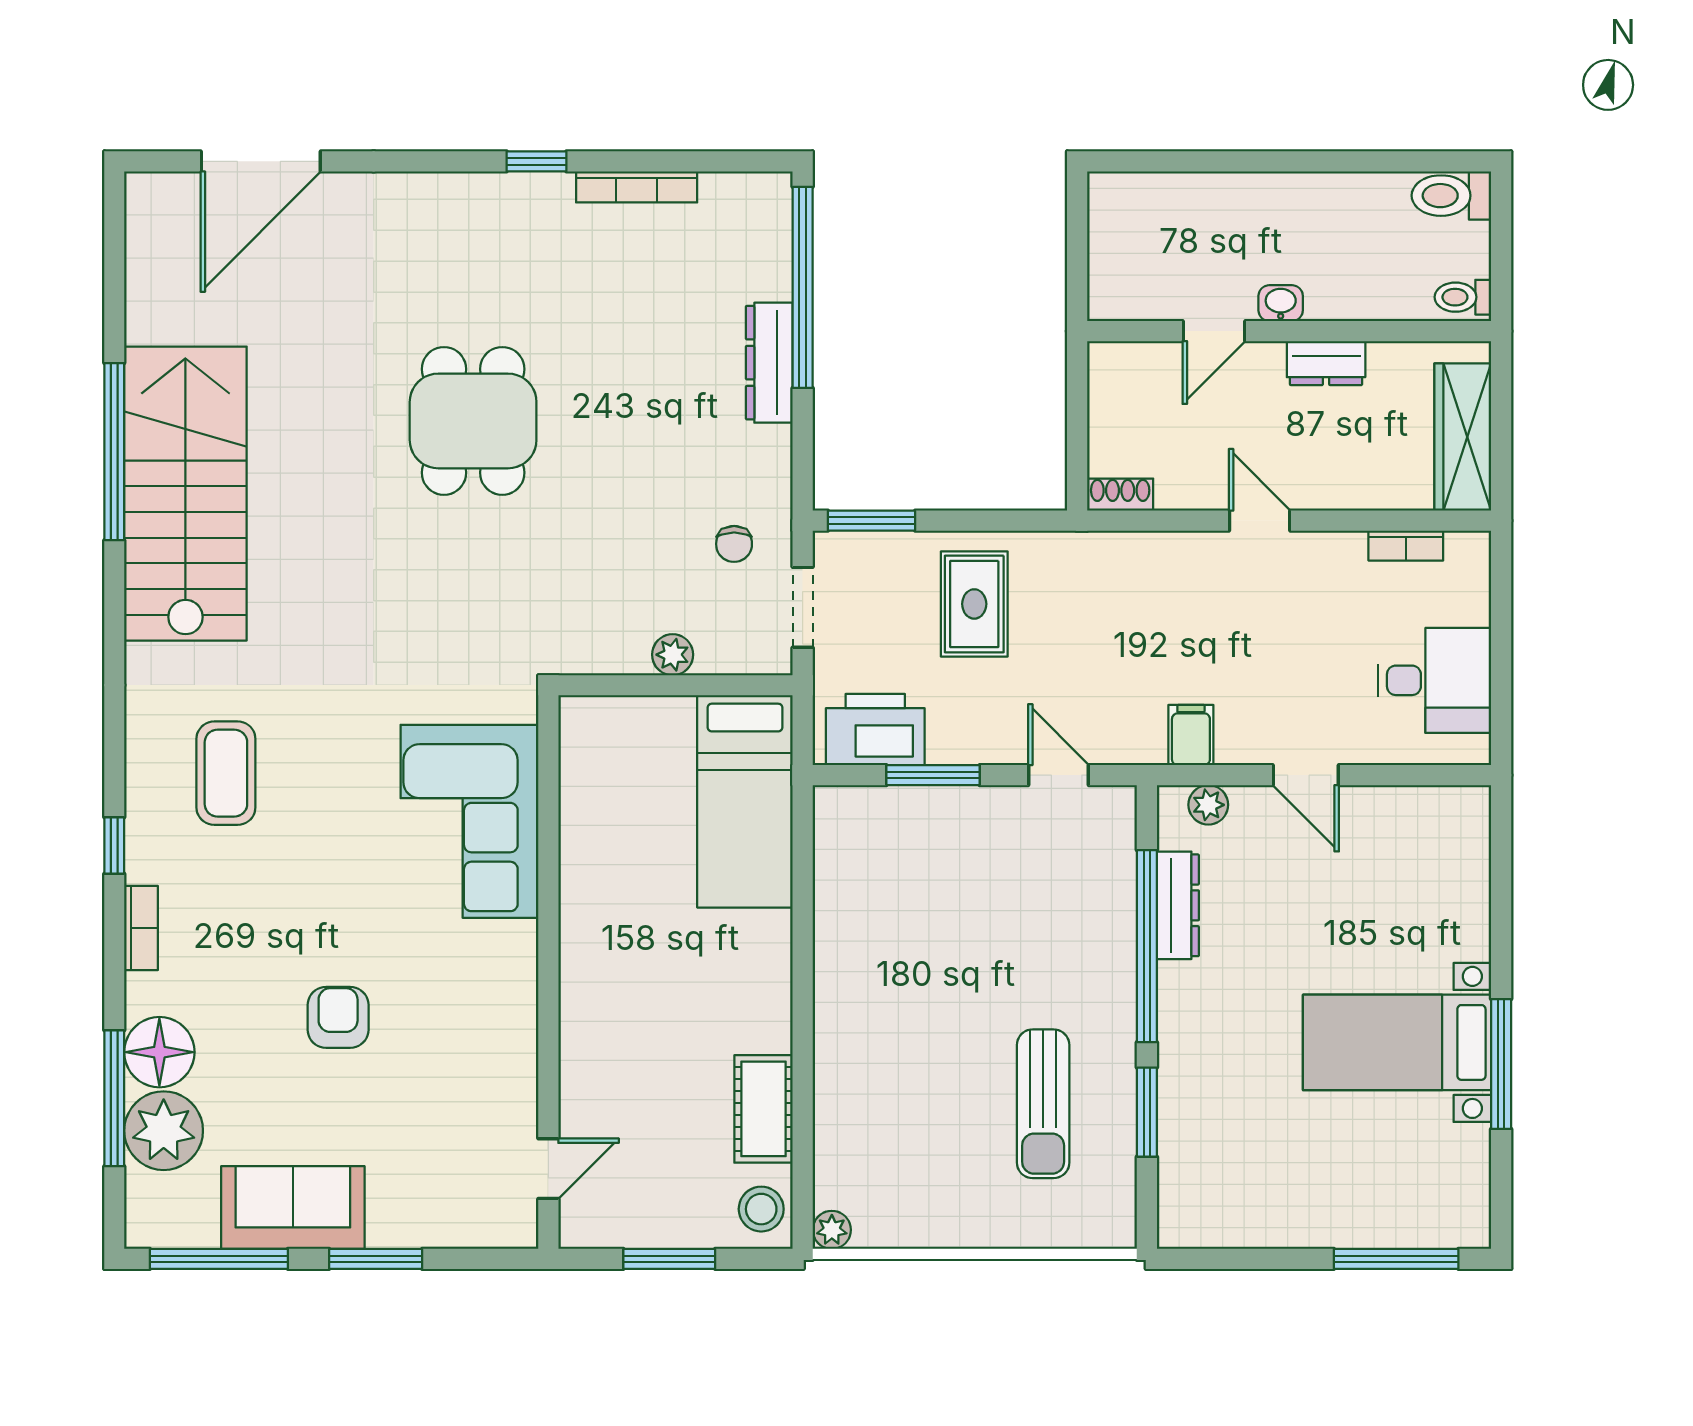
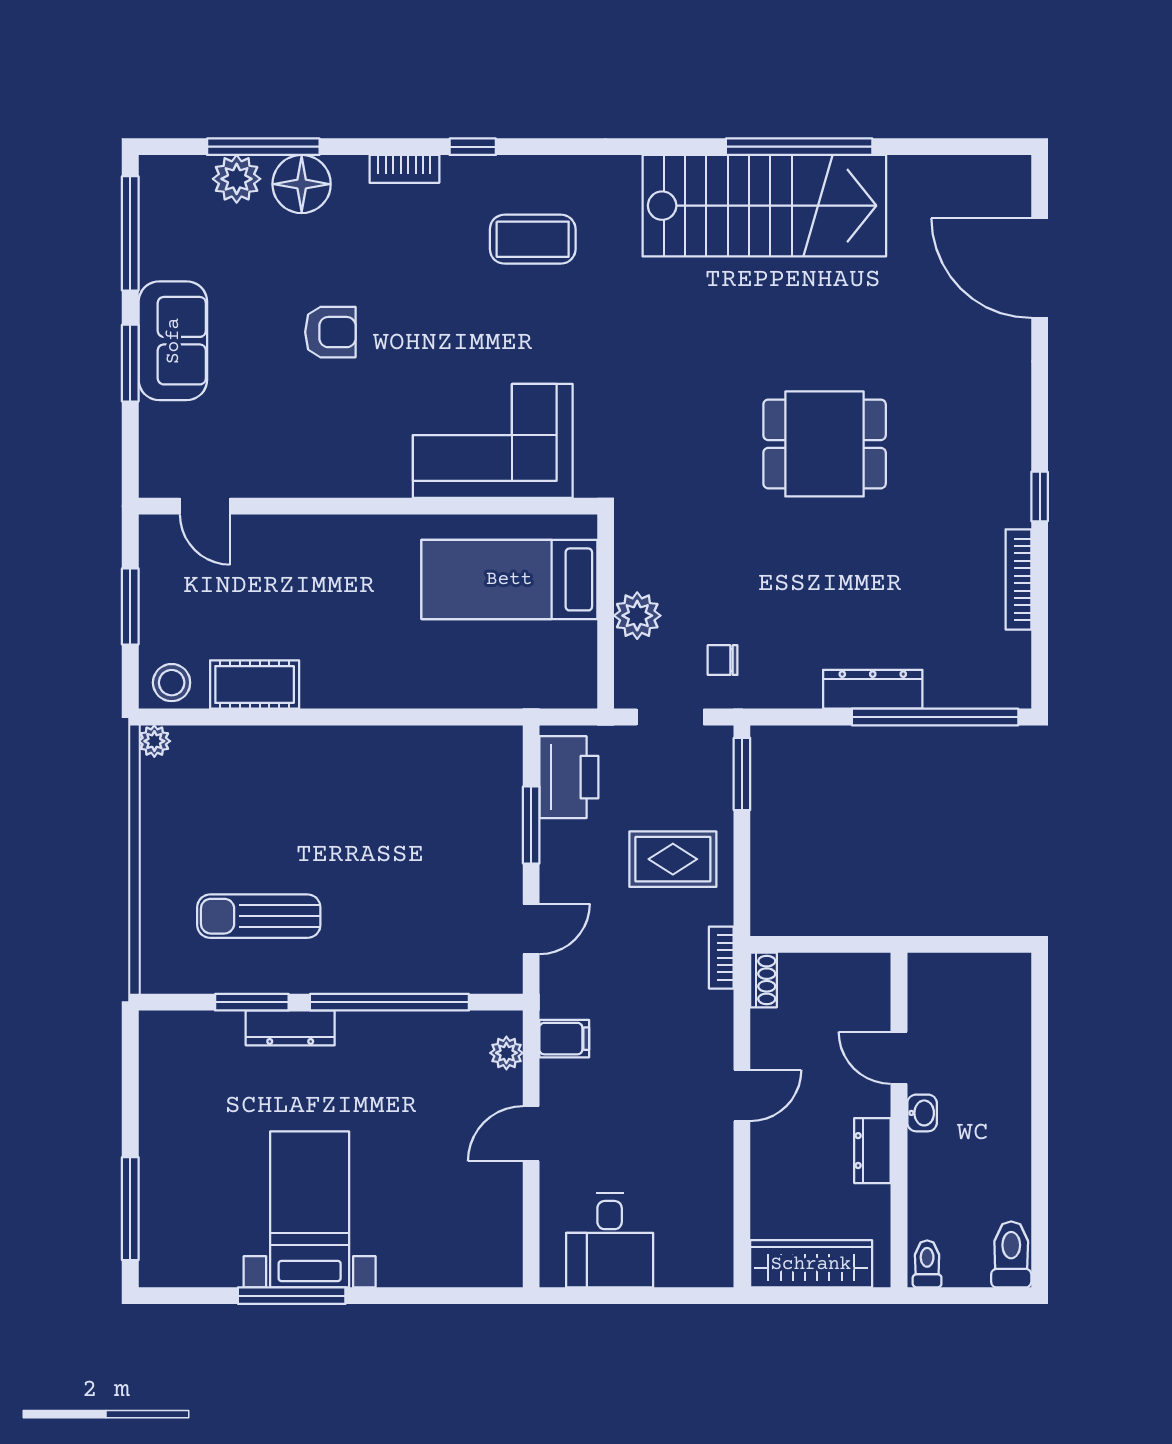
bookcase: (1406, 546) -> (721, 958), moved
plant: (673, 655) -> (637, 616), width x1.38, depth x1.38
bed: (745, 801) -> (509, 579), moved
dresser: (1178, 905) -> (290, 1028), moved
plant: (164, 1131) -> (237, 179), width x0.73, depth x0.73
sofa: (293, 1208) -> (173, 341), moved

